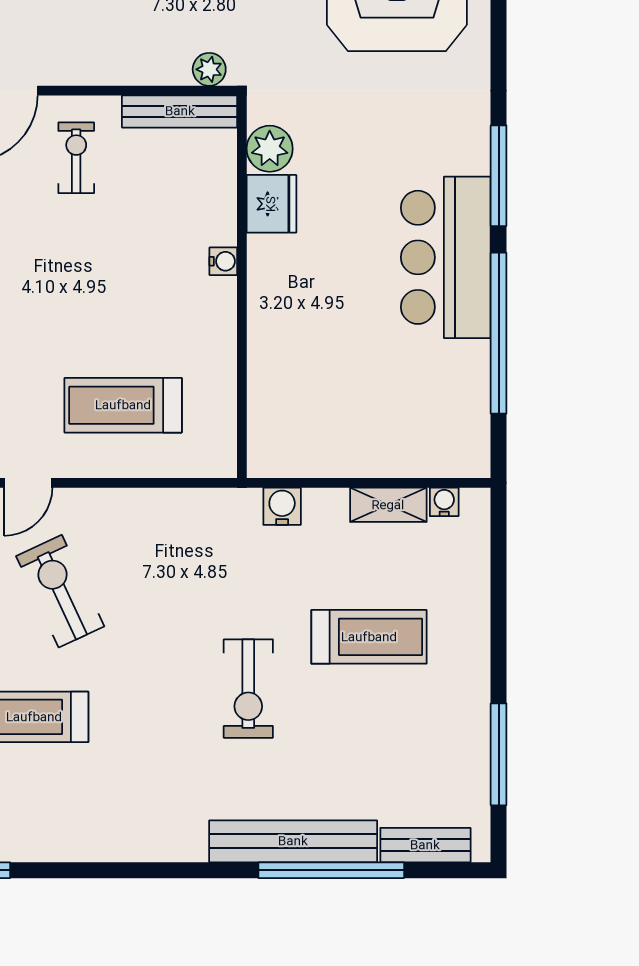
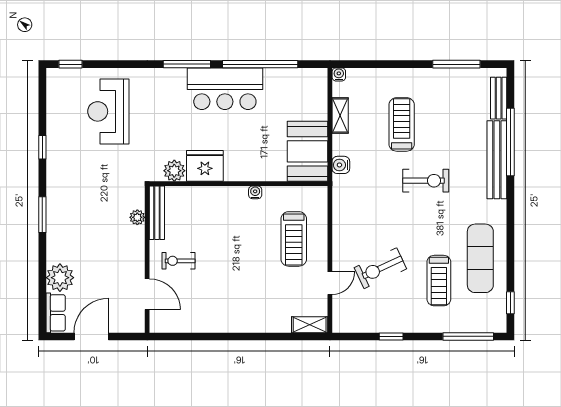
plant: (209, 69) -> (137, 217), moved
fridge: (271, 204) -> (205, 166), width x1.36, depth x1.34
water cooler: (223, 261) -> (255, 192), moved
booth: (311, 435) -> (307, 151), added
door: (28, 483) -> (330, 283), hinge flipped
water cooler: (444, 502) -> (339, 74), moved, turned 90
exercise mat: (82, 806) -> (480, 258), added

